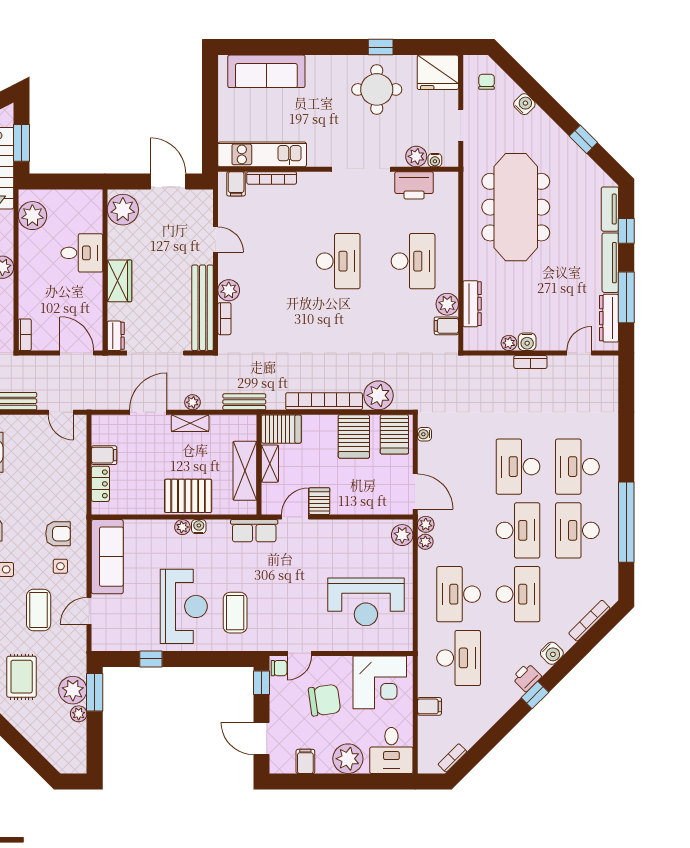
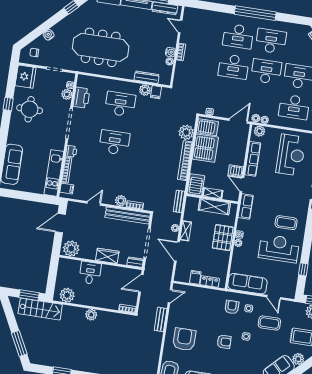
printer: (309, 181) -> (71, 151), added
server rack: (354, 437) -> (205, 148), width x1.60
window: (626, 522) -> (255, 13), moved
row of seats: (347, 530) -> (253, 159), added
desk: (577, 530) -> (271, 41), turned 180

